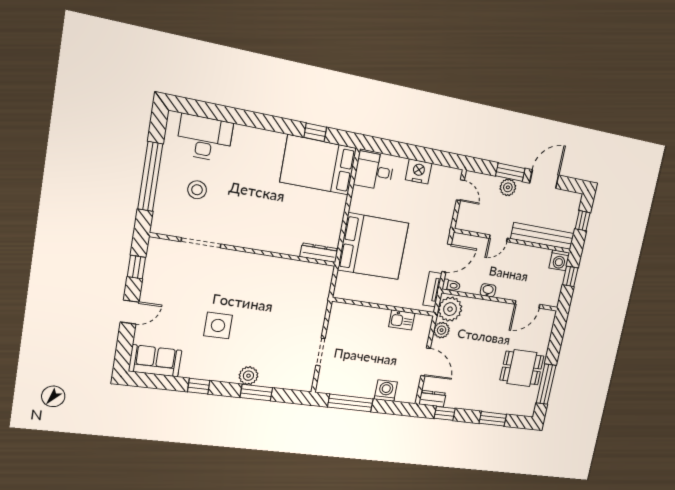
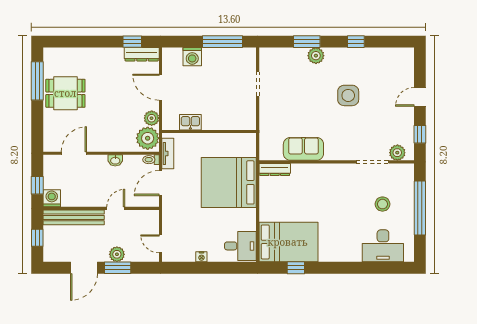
nightstand: (419, 171) -> (201, 257), width x0.53, depth x0.56
plant: (169, 249) -> (397, 153), added
sofa: (155, 361) -> (303, 149), moved, turned 180
dresser: (432, 399) -> (142, 54), width x1.44
window: (493, 419) -> (84, 42), removed

